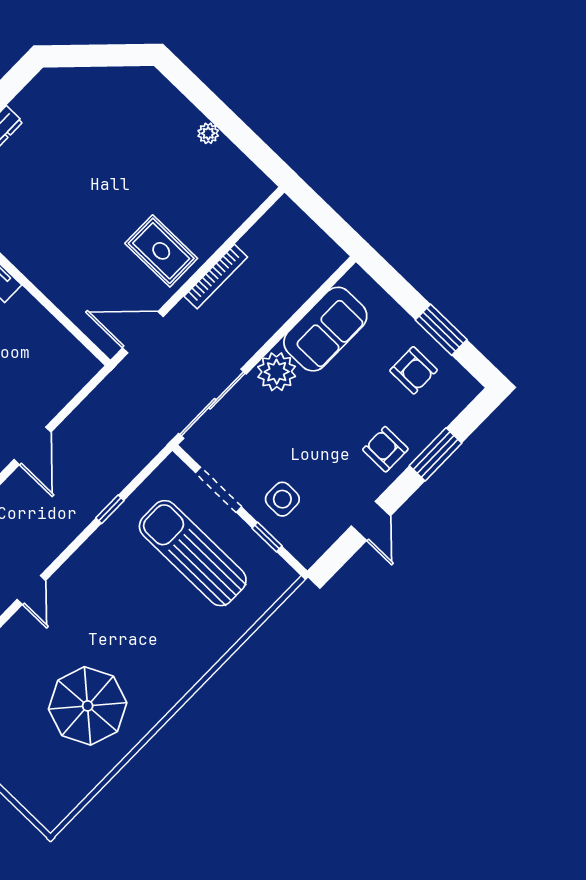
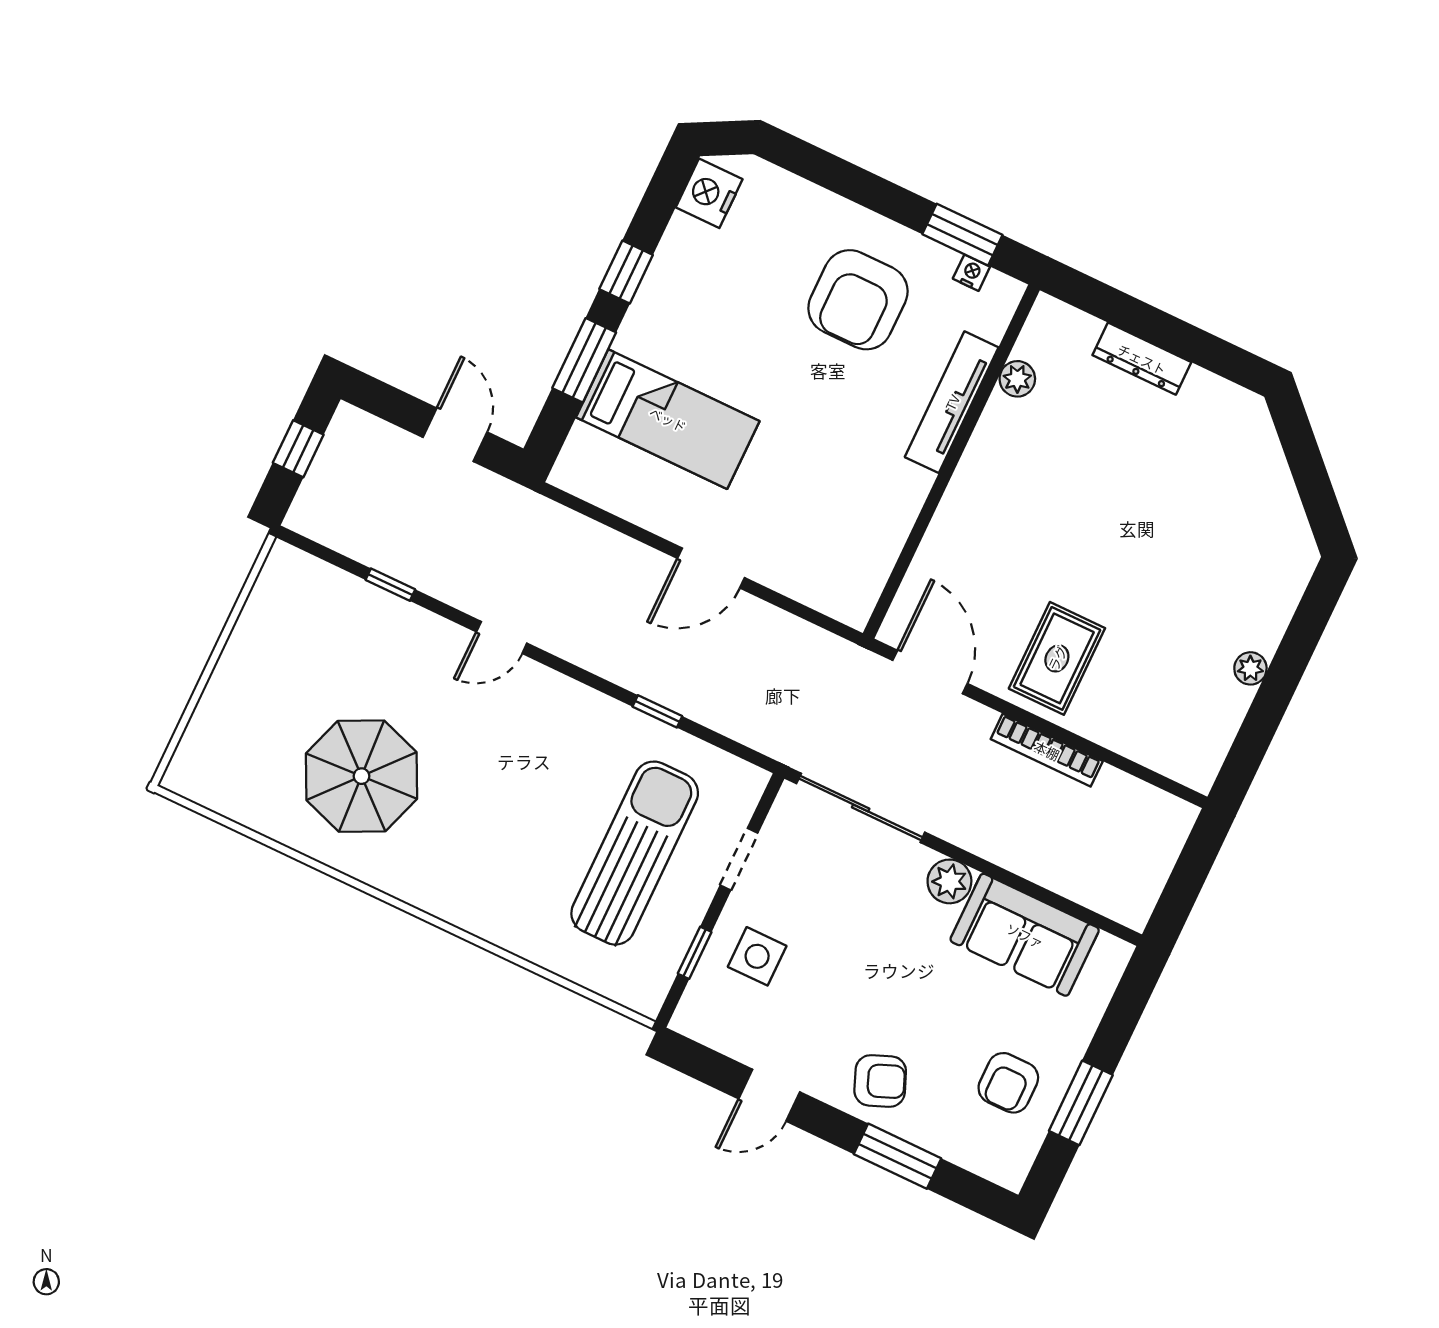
plant: (277, 372) -> (949, 881), width x0.73, depth x0.73
armchair: (385, 449) -> (880, 1081), turned 68
doorway: (218, 490) -> (739, 859), width x0.73

